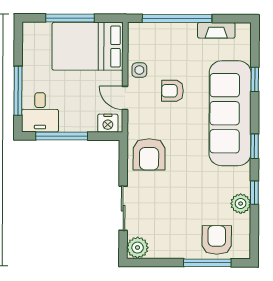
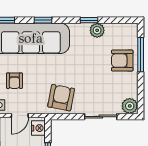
window: (255, 146) -> (43, 20), moved
armchair: (149, 154) -> (61, 98), turned -79
armchair: (217, 240) -> (122, 61), moved

